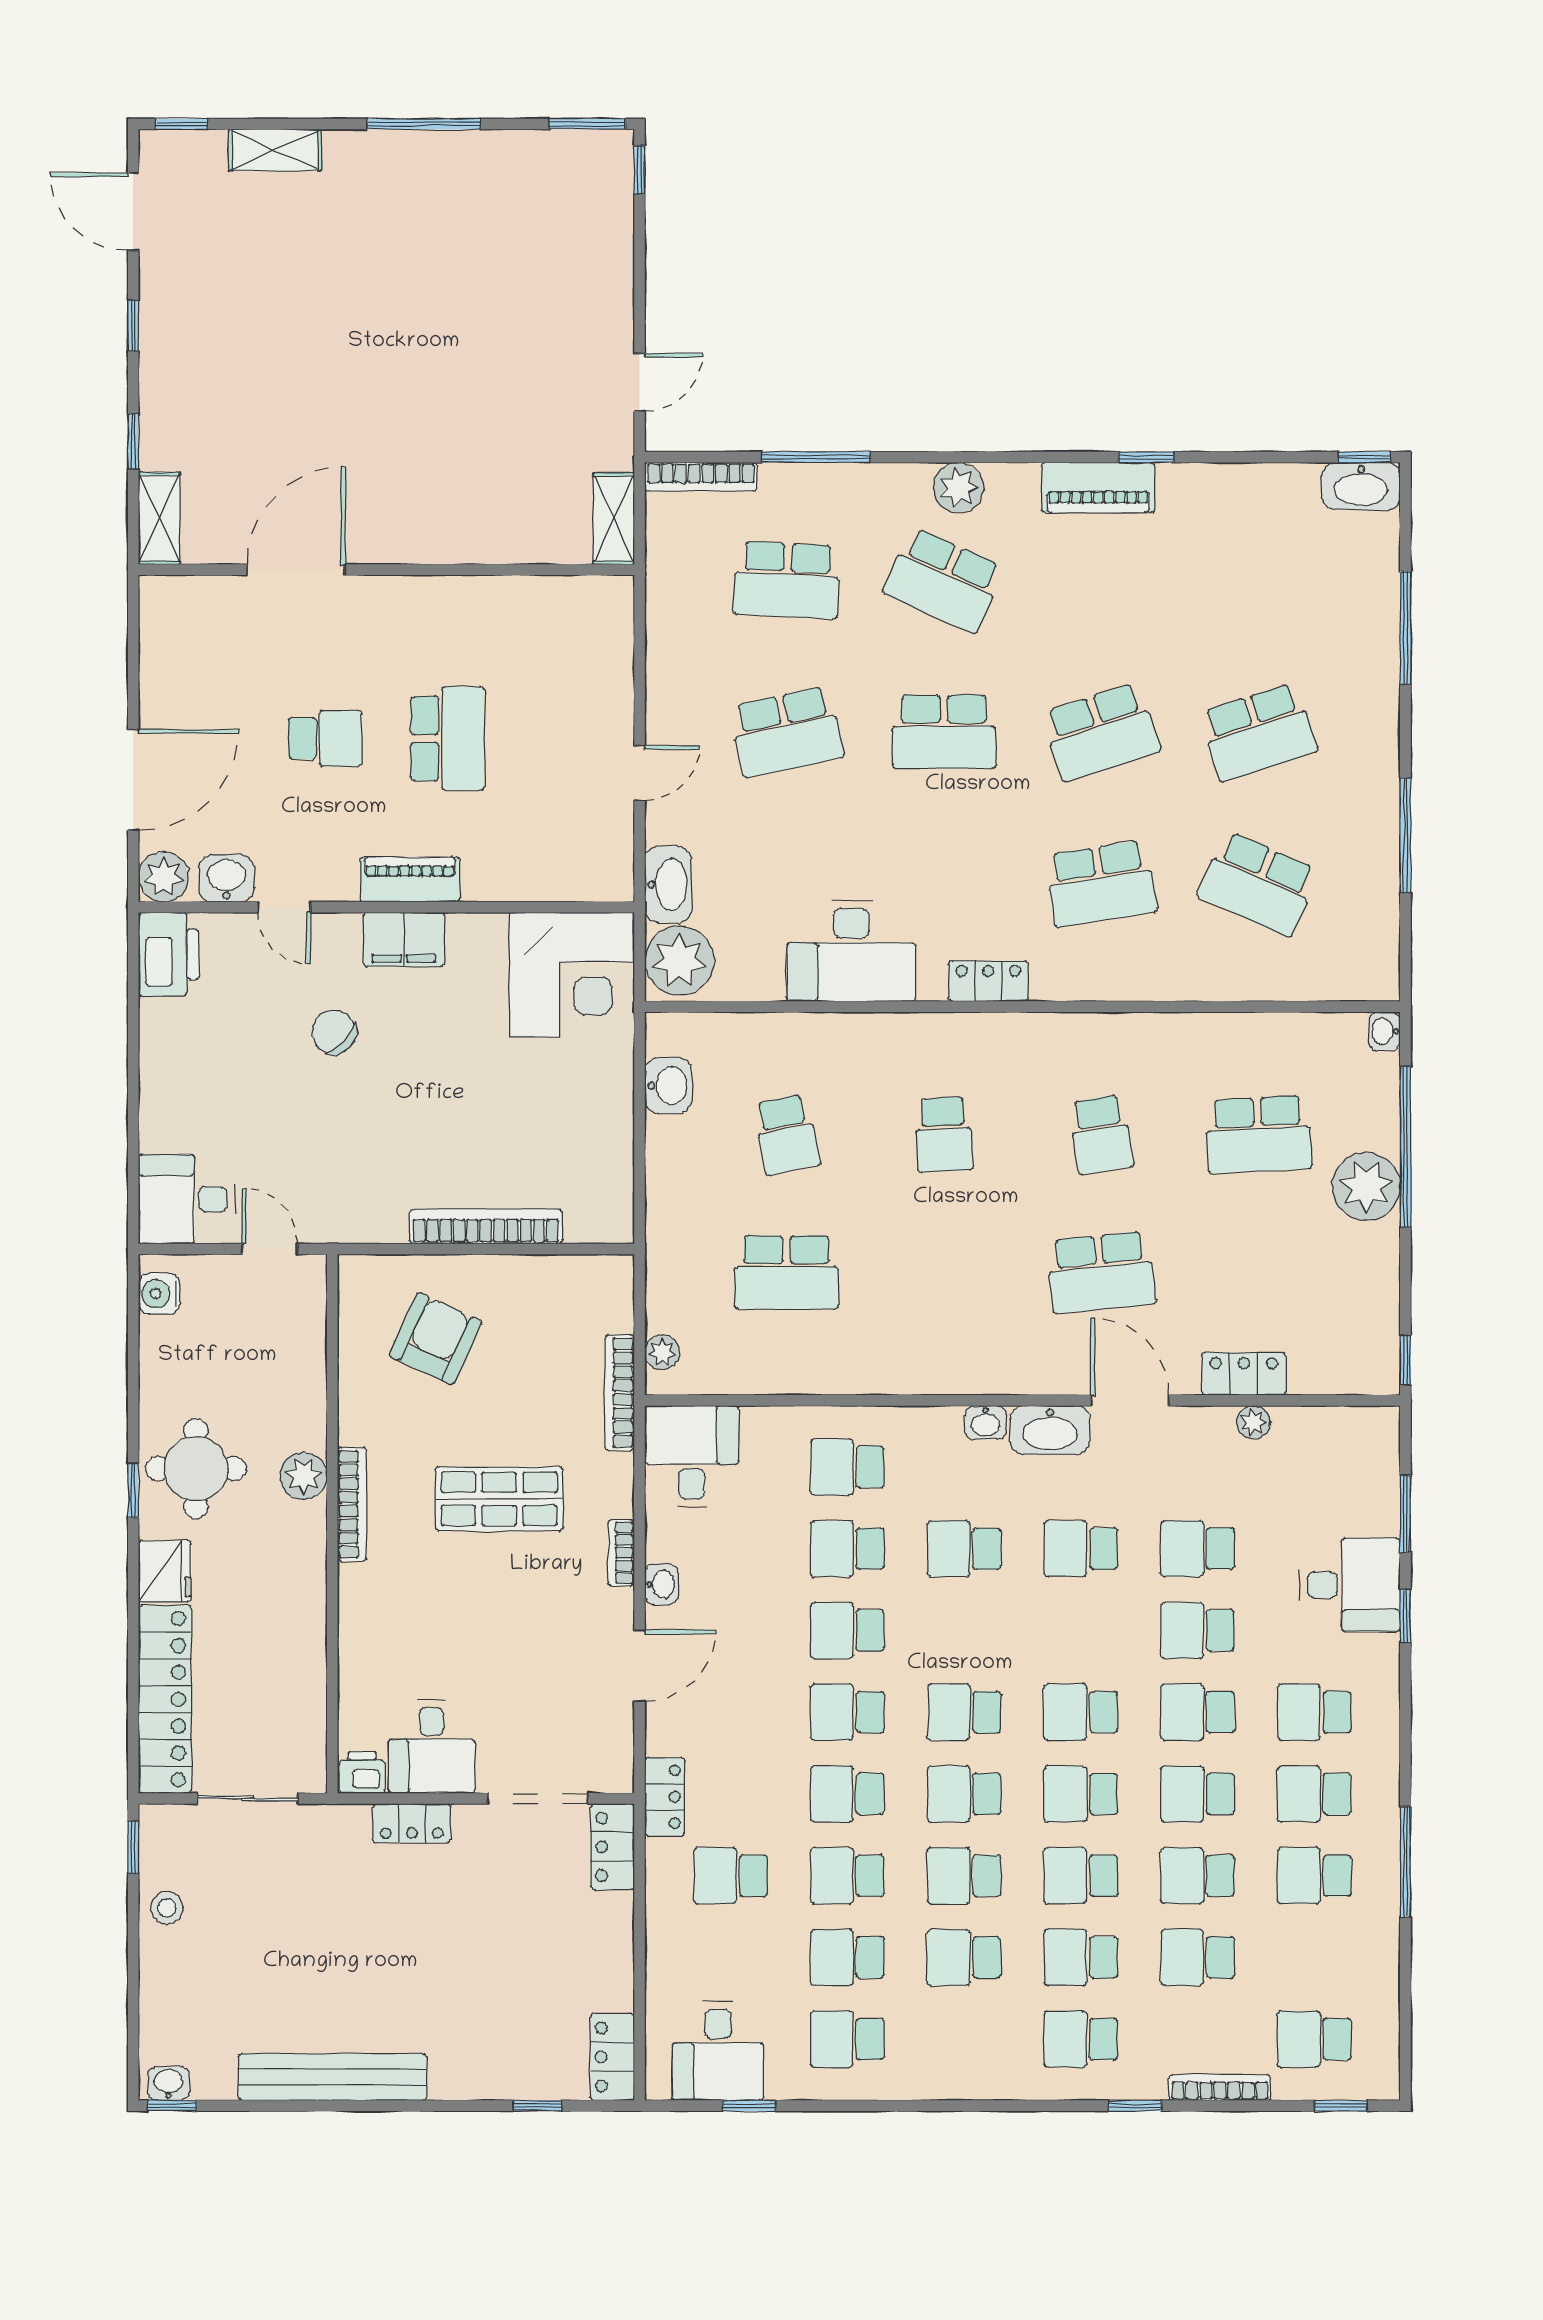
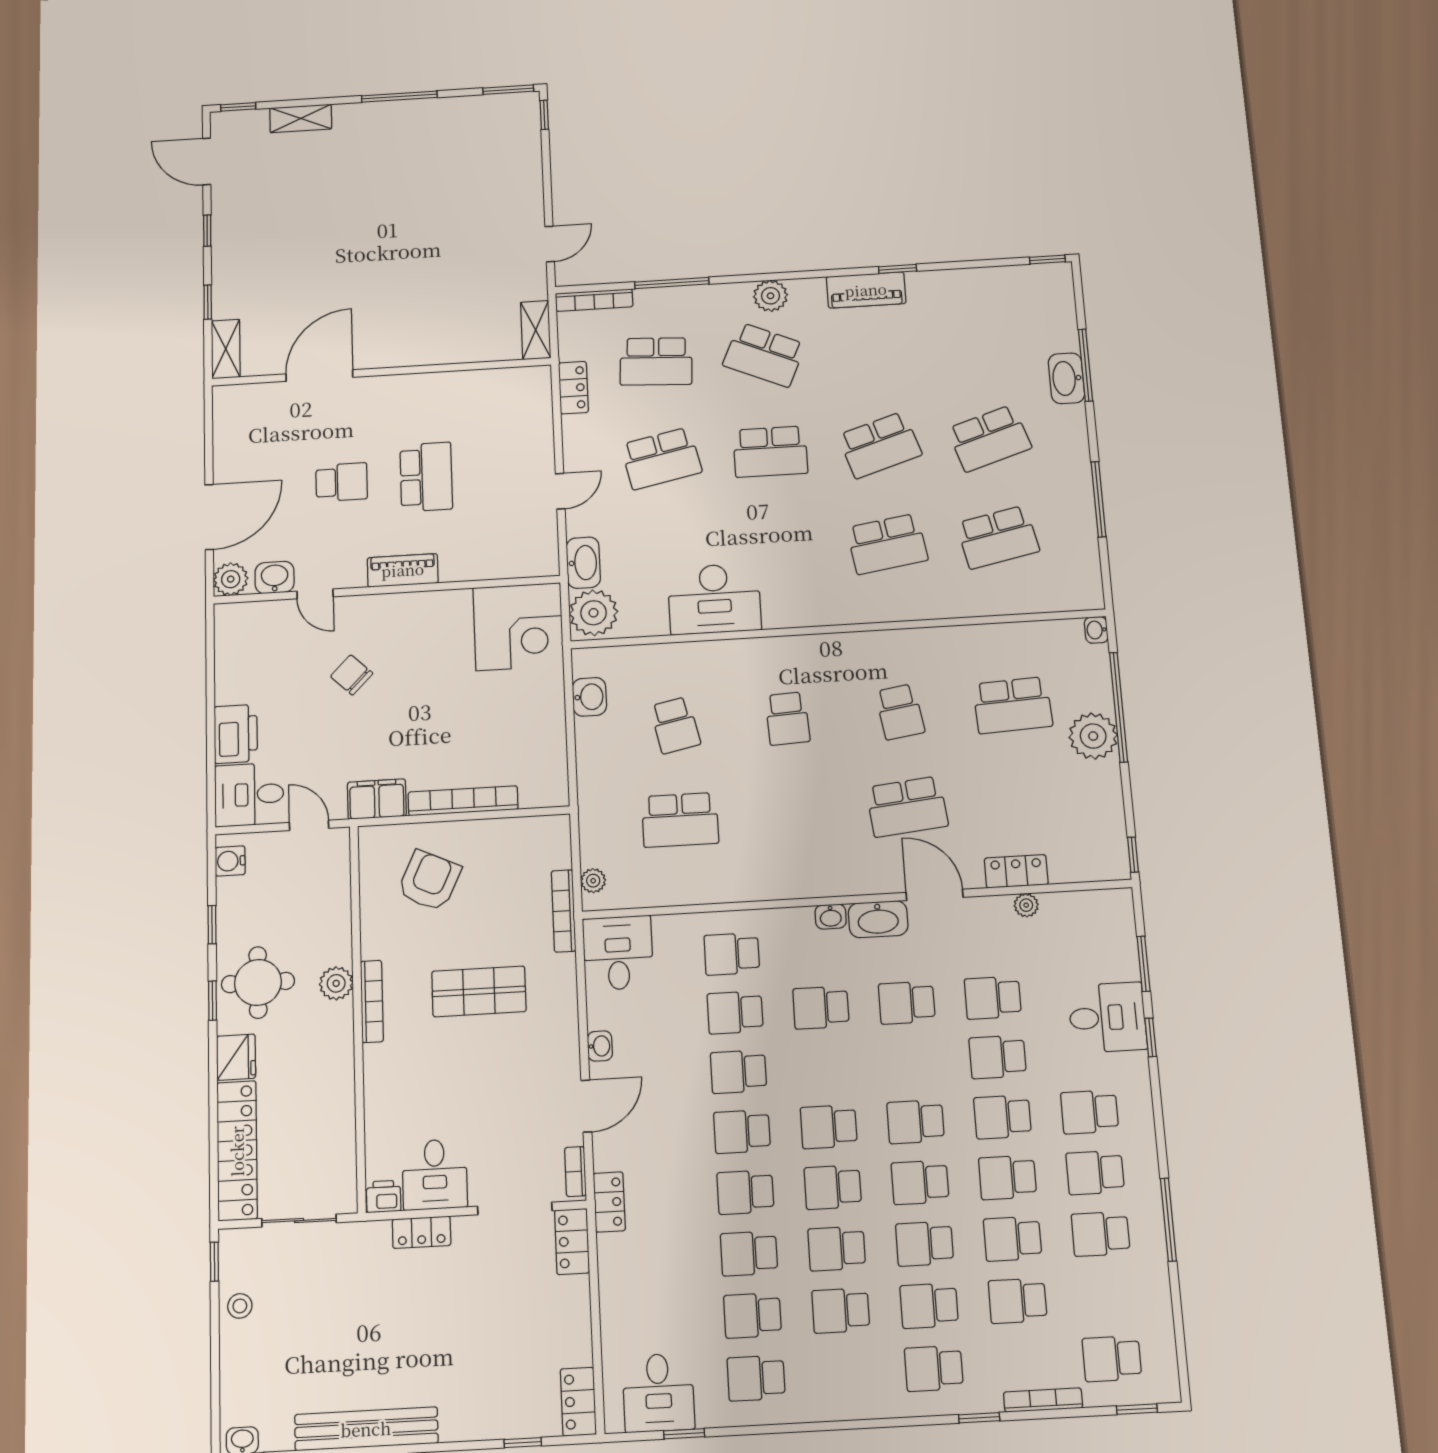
washbasin: (1361, 486) -> (1066, 378), moved, turned 90
school desk: (1258, 884) -> (998, 537), turned -36
filing cabinet: (404, 939) -> (377, 799), moved, turned 180
printer: (169, 954) -> (236, 734), moved
locker: (988, 981) -> (573, 388), moved, turned 90
window: (133, 1383) -> (212, 925), added
bookcase: (621, 1553) -> (575, 1172), moved
school desk: (731, 1876) -> (661, 1258), removed

